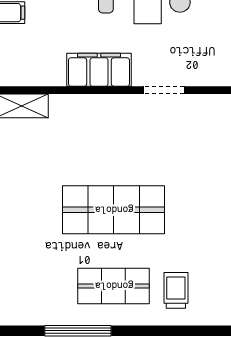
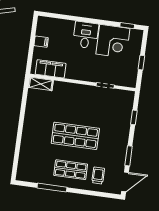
filing cabinet: (99, 70) -> (51, 69), moved

